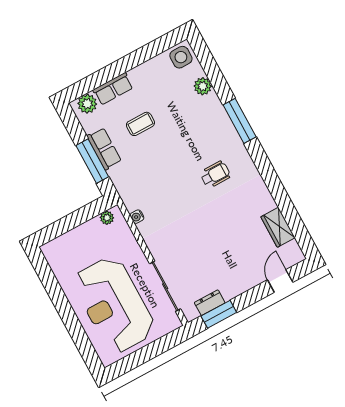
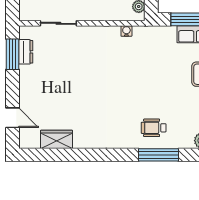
wheelchair: (215, 174) -> (154, 128), moved, turned 90
sliding door: (165, 286) -> (58, 23), width x0.73

